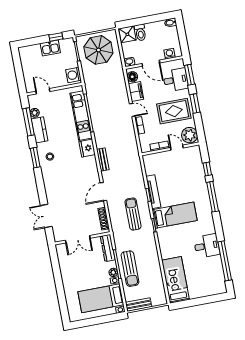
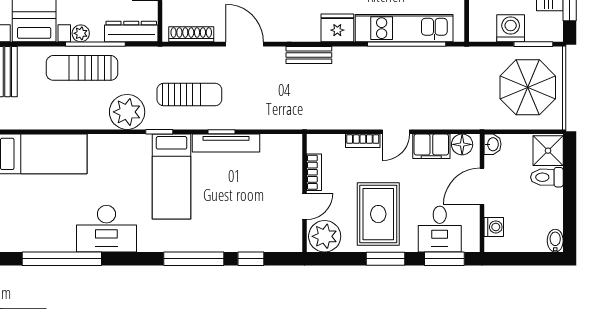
washing machine: (73, 75) -> (511, 28), moved
plant: (147, 243) -> (127, 112), added
desk: (207, 246) -> (106, 229), width x1.37

